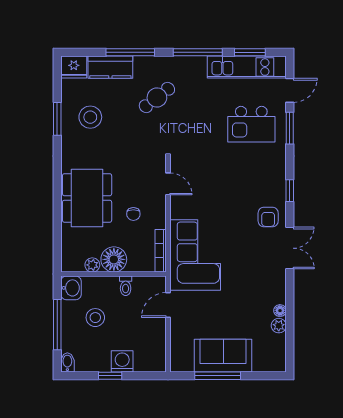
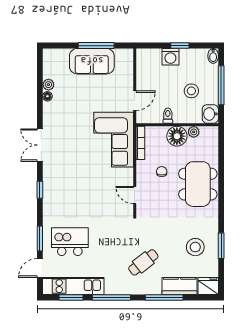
armchair: (268, 217) -> (57, 169), removed

